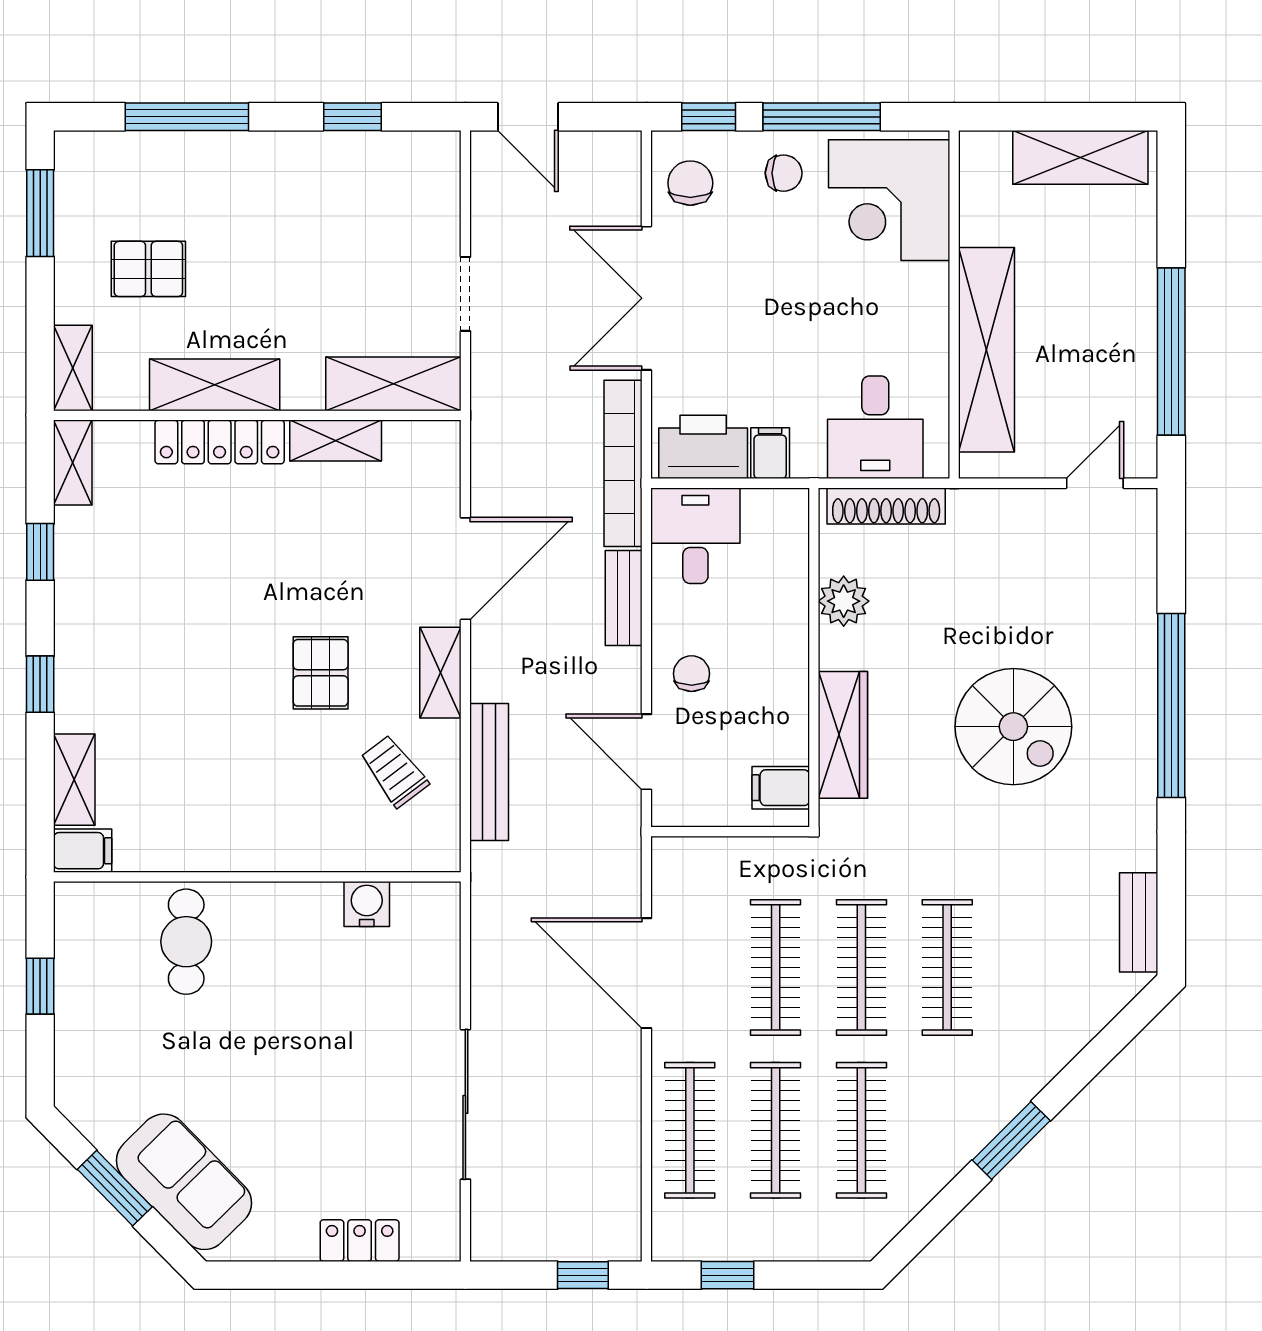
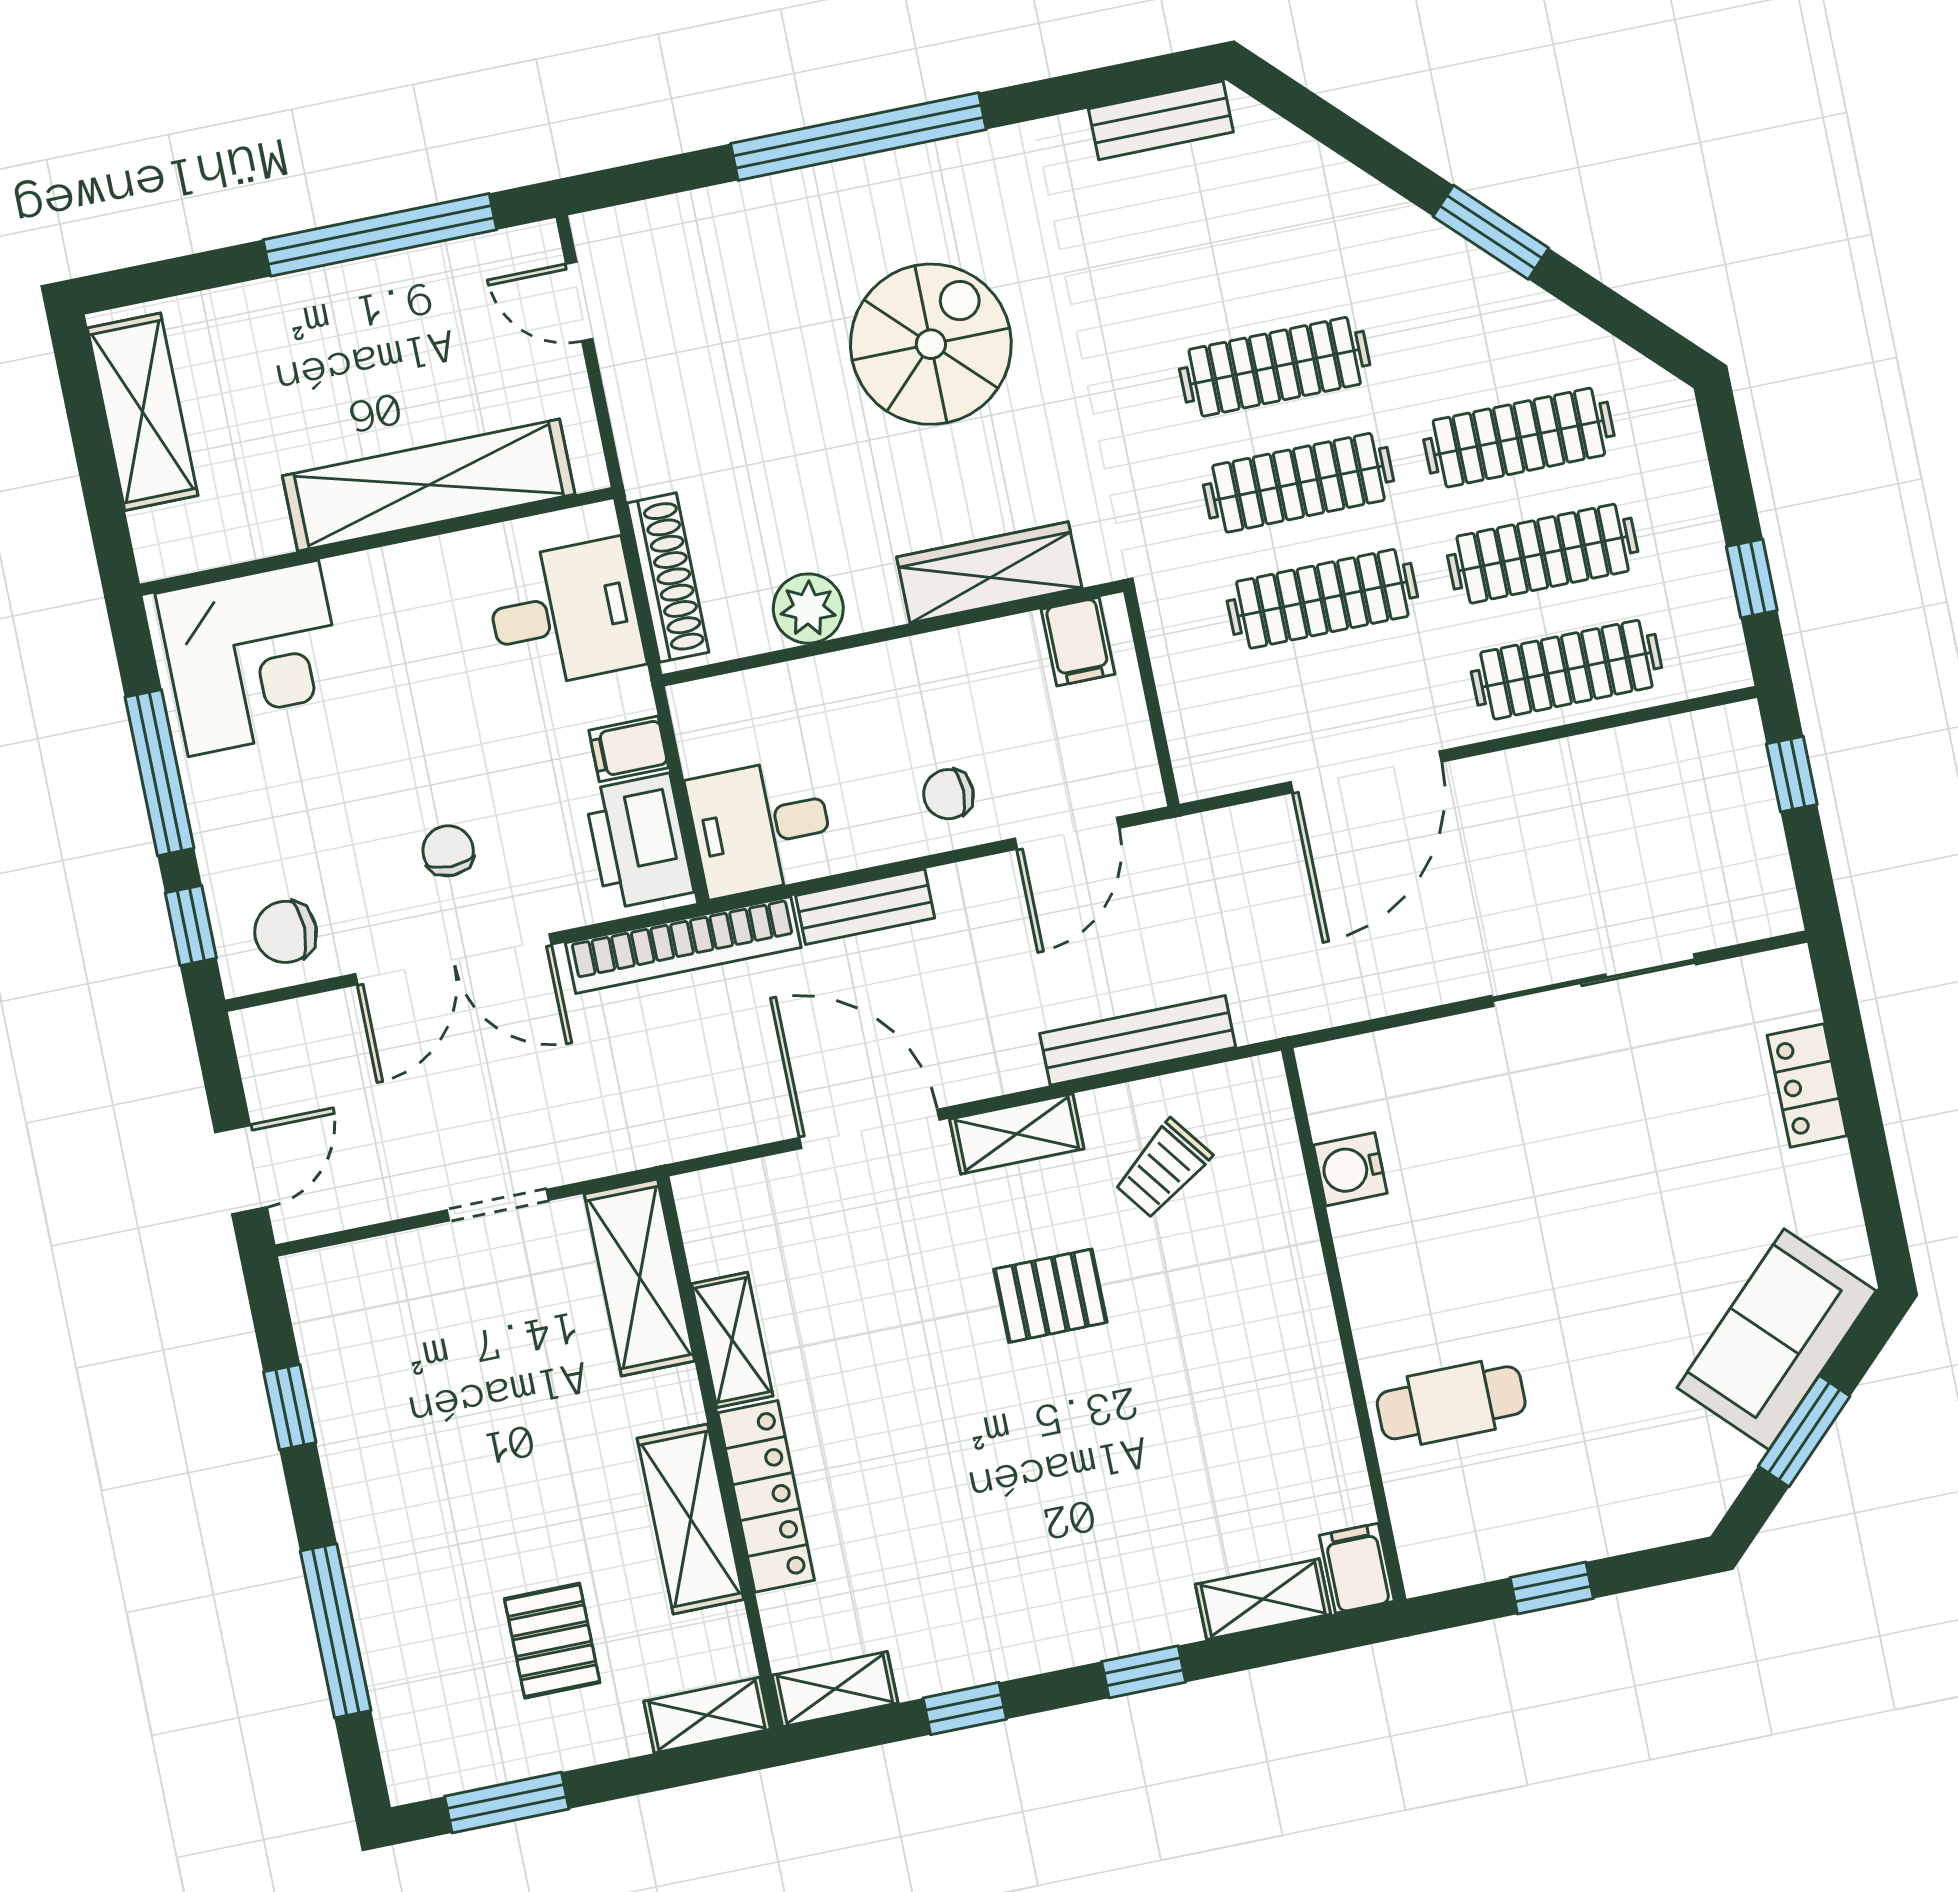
chair: (784, 173) -> (448, 851), moved

